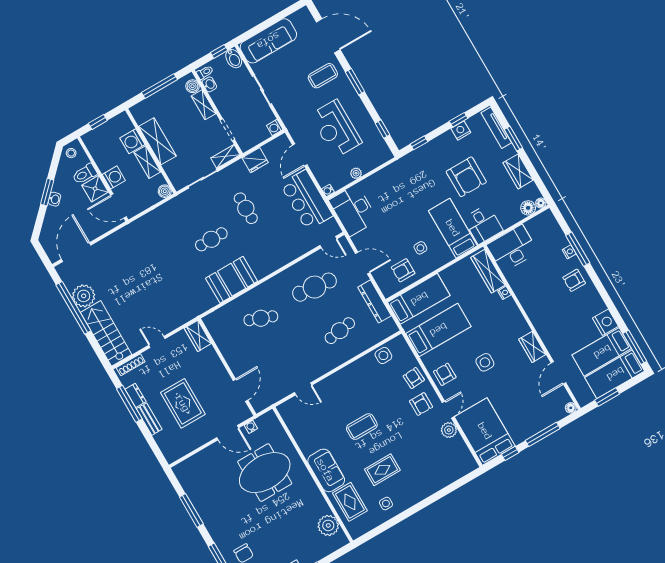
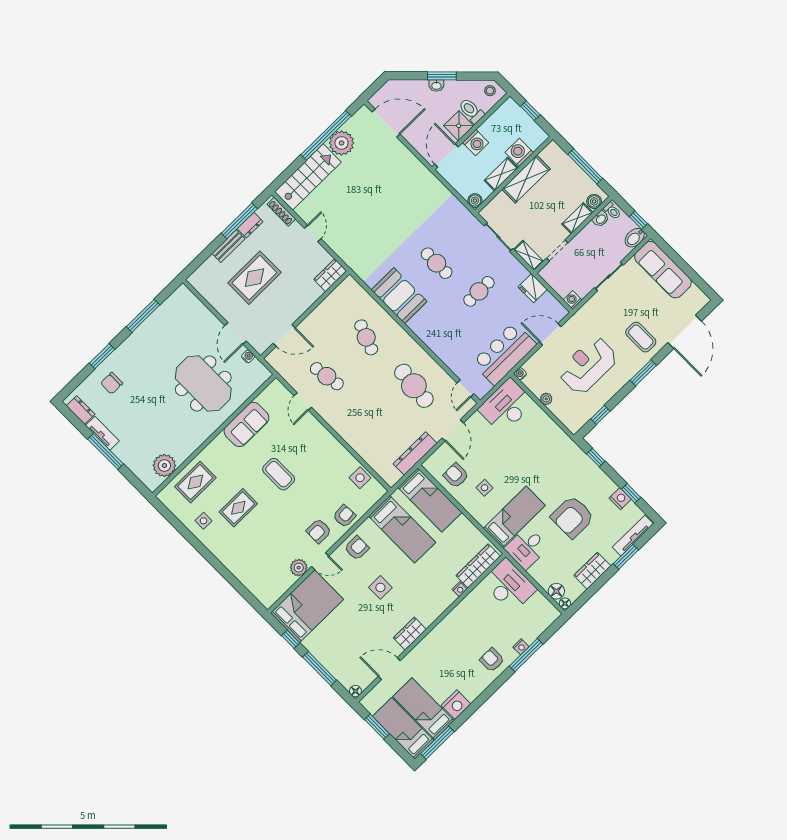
cafe table: (340, 331) -> (327, 376), moved
sofa: (326, 470) -> (246, 424), moved
rug: (382, 470) -> (238, 508), turned 90

